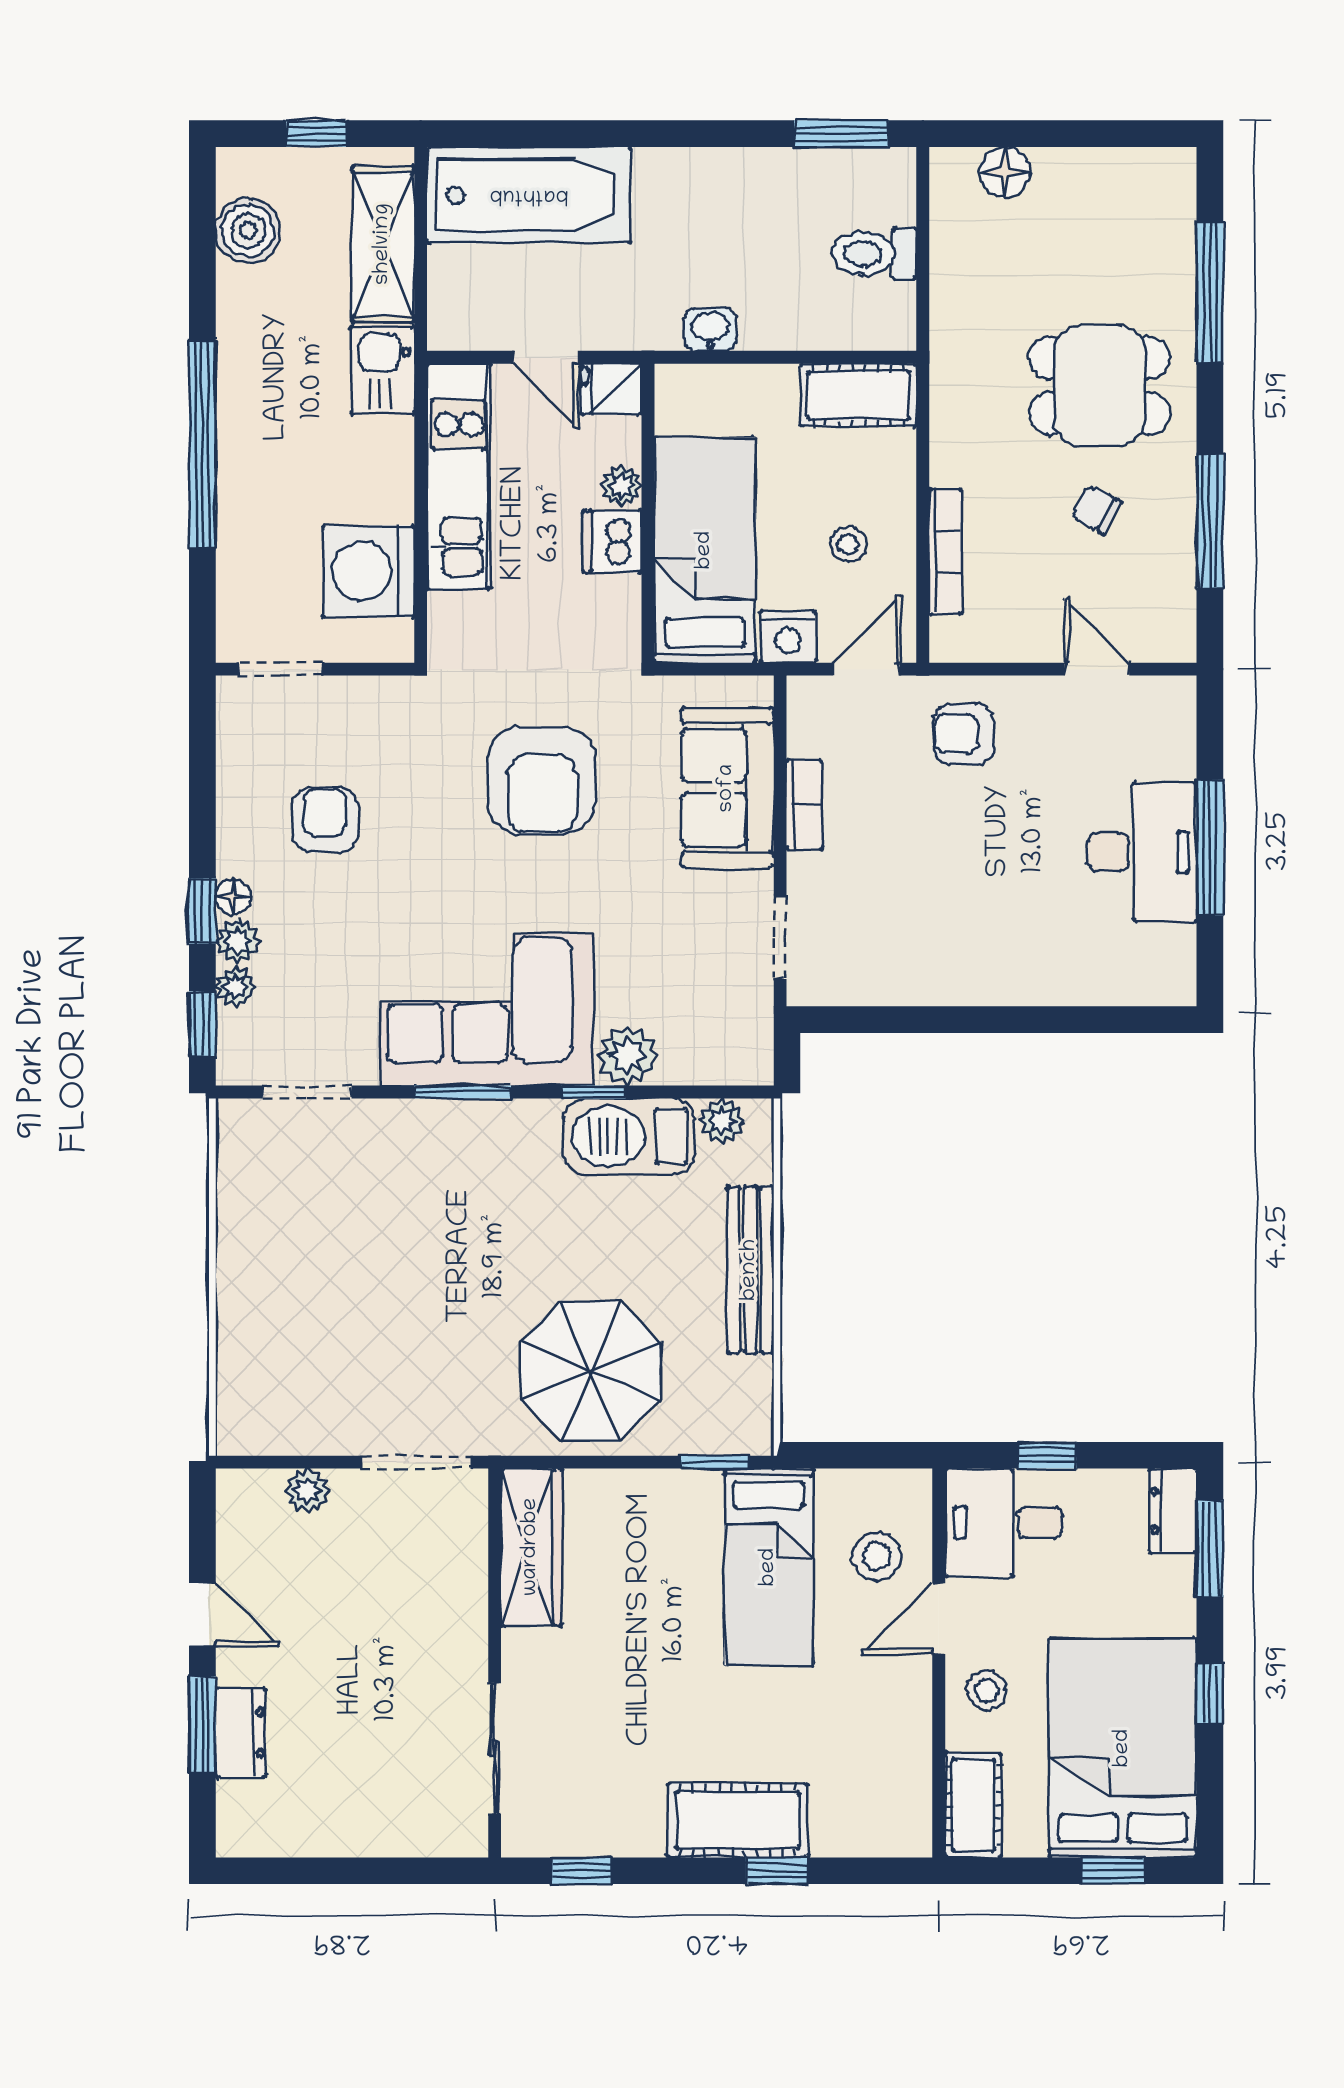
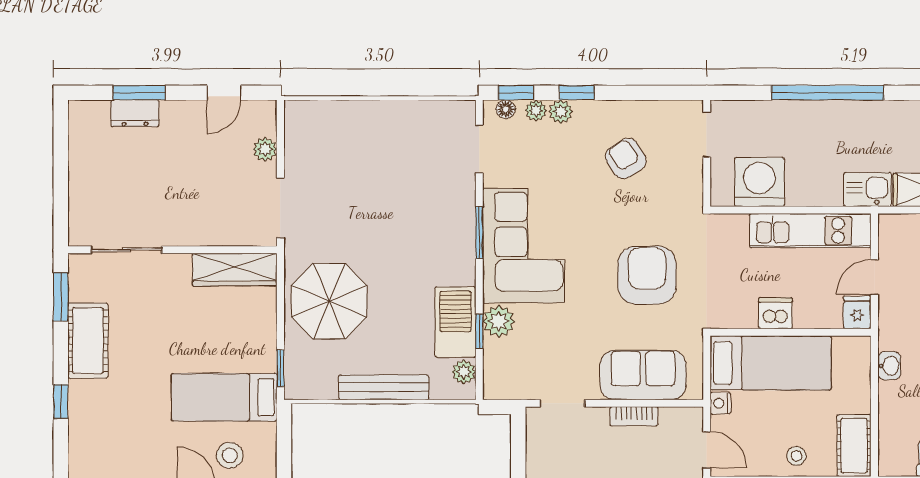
plant: (621, 486) -> (805, 318), removed
stool: (848, 544) -> (796, 456), moved
nightstand: (788, 637) -> (720, 403), width x0.72, depth x0.74
armchair: (542, 780) -> (647, 275), turned 90
armchair: (325, 820) -> (626, 158), turned -123
floor lamp: (233, 897) -> (506, 109), moved
window: (594, 1092) -> (479, 331), moved
door: (202, 1614) -> (224, 93), moved
cot: (738, 1820) -> (88, 341), moved
window: (582, 1871) -> (61, 297), width x1.50

